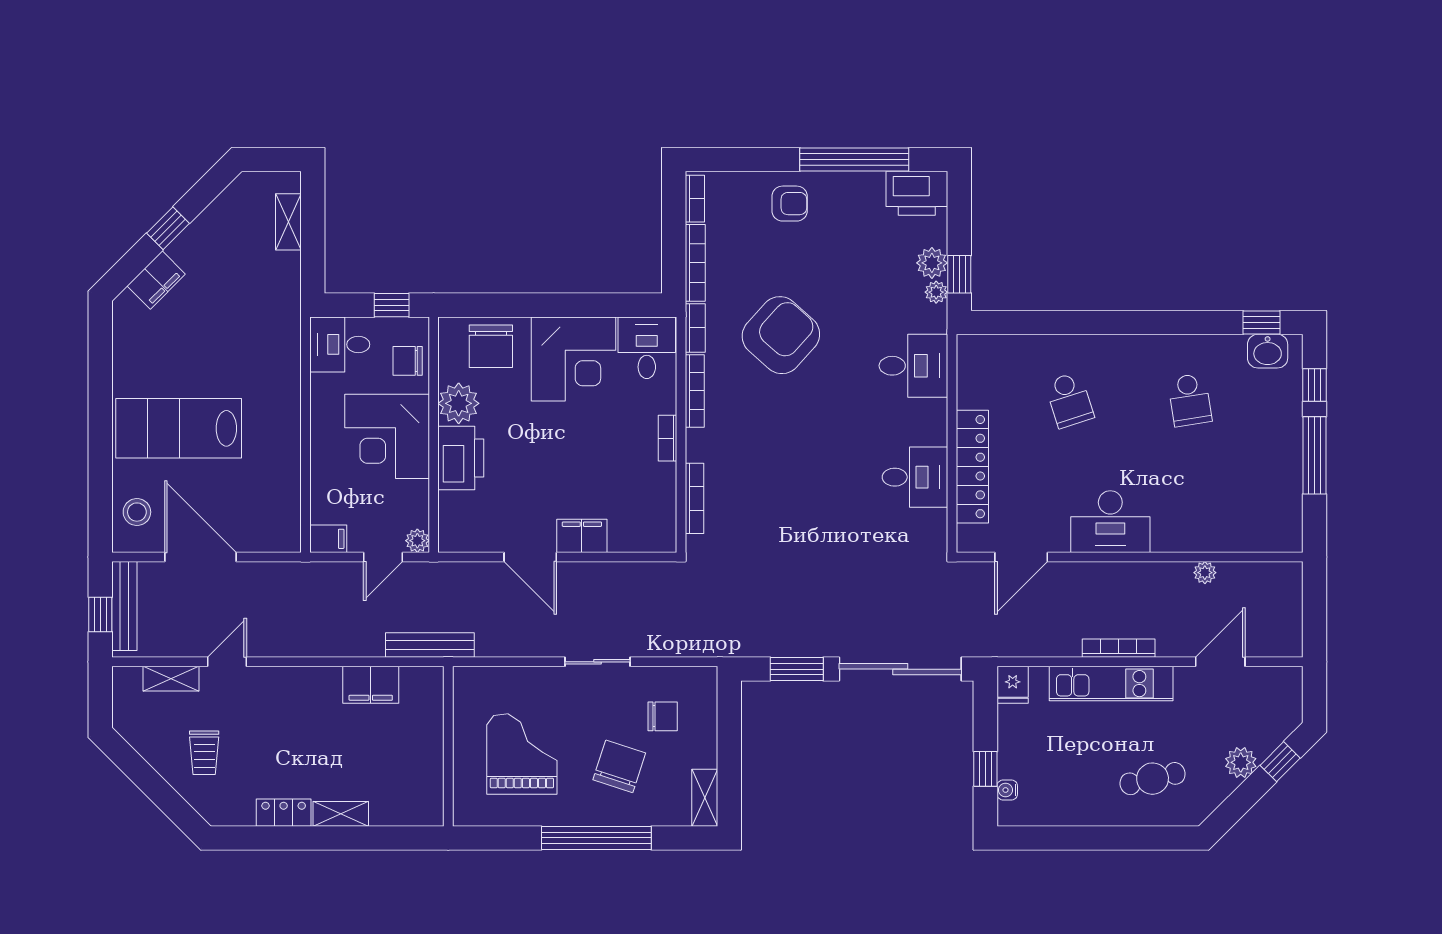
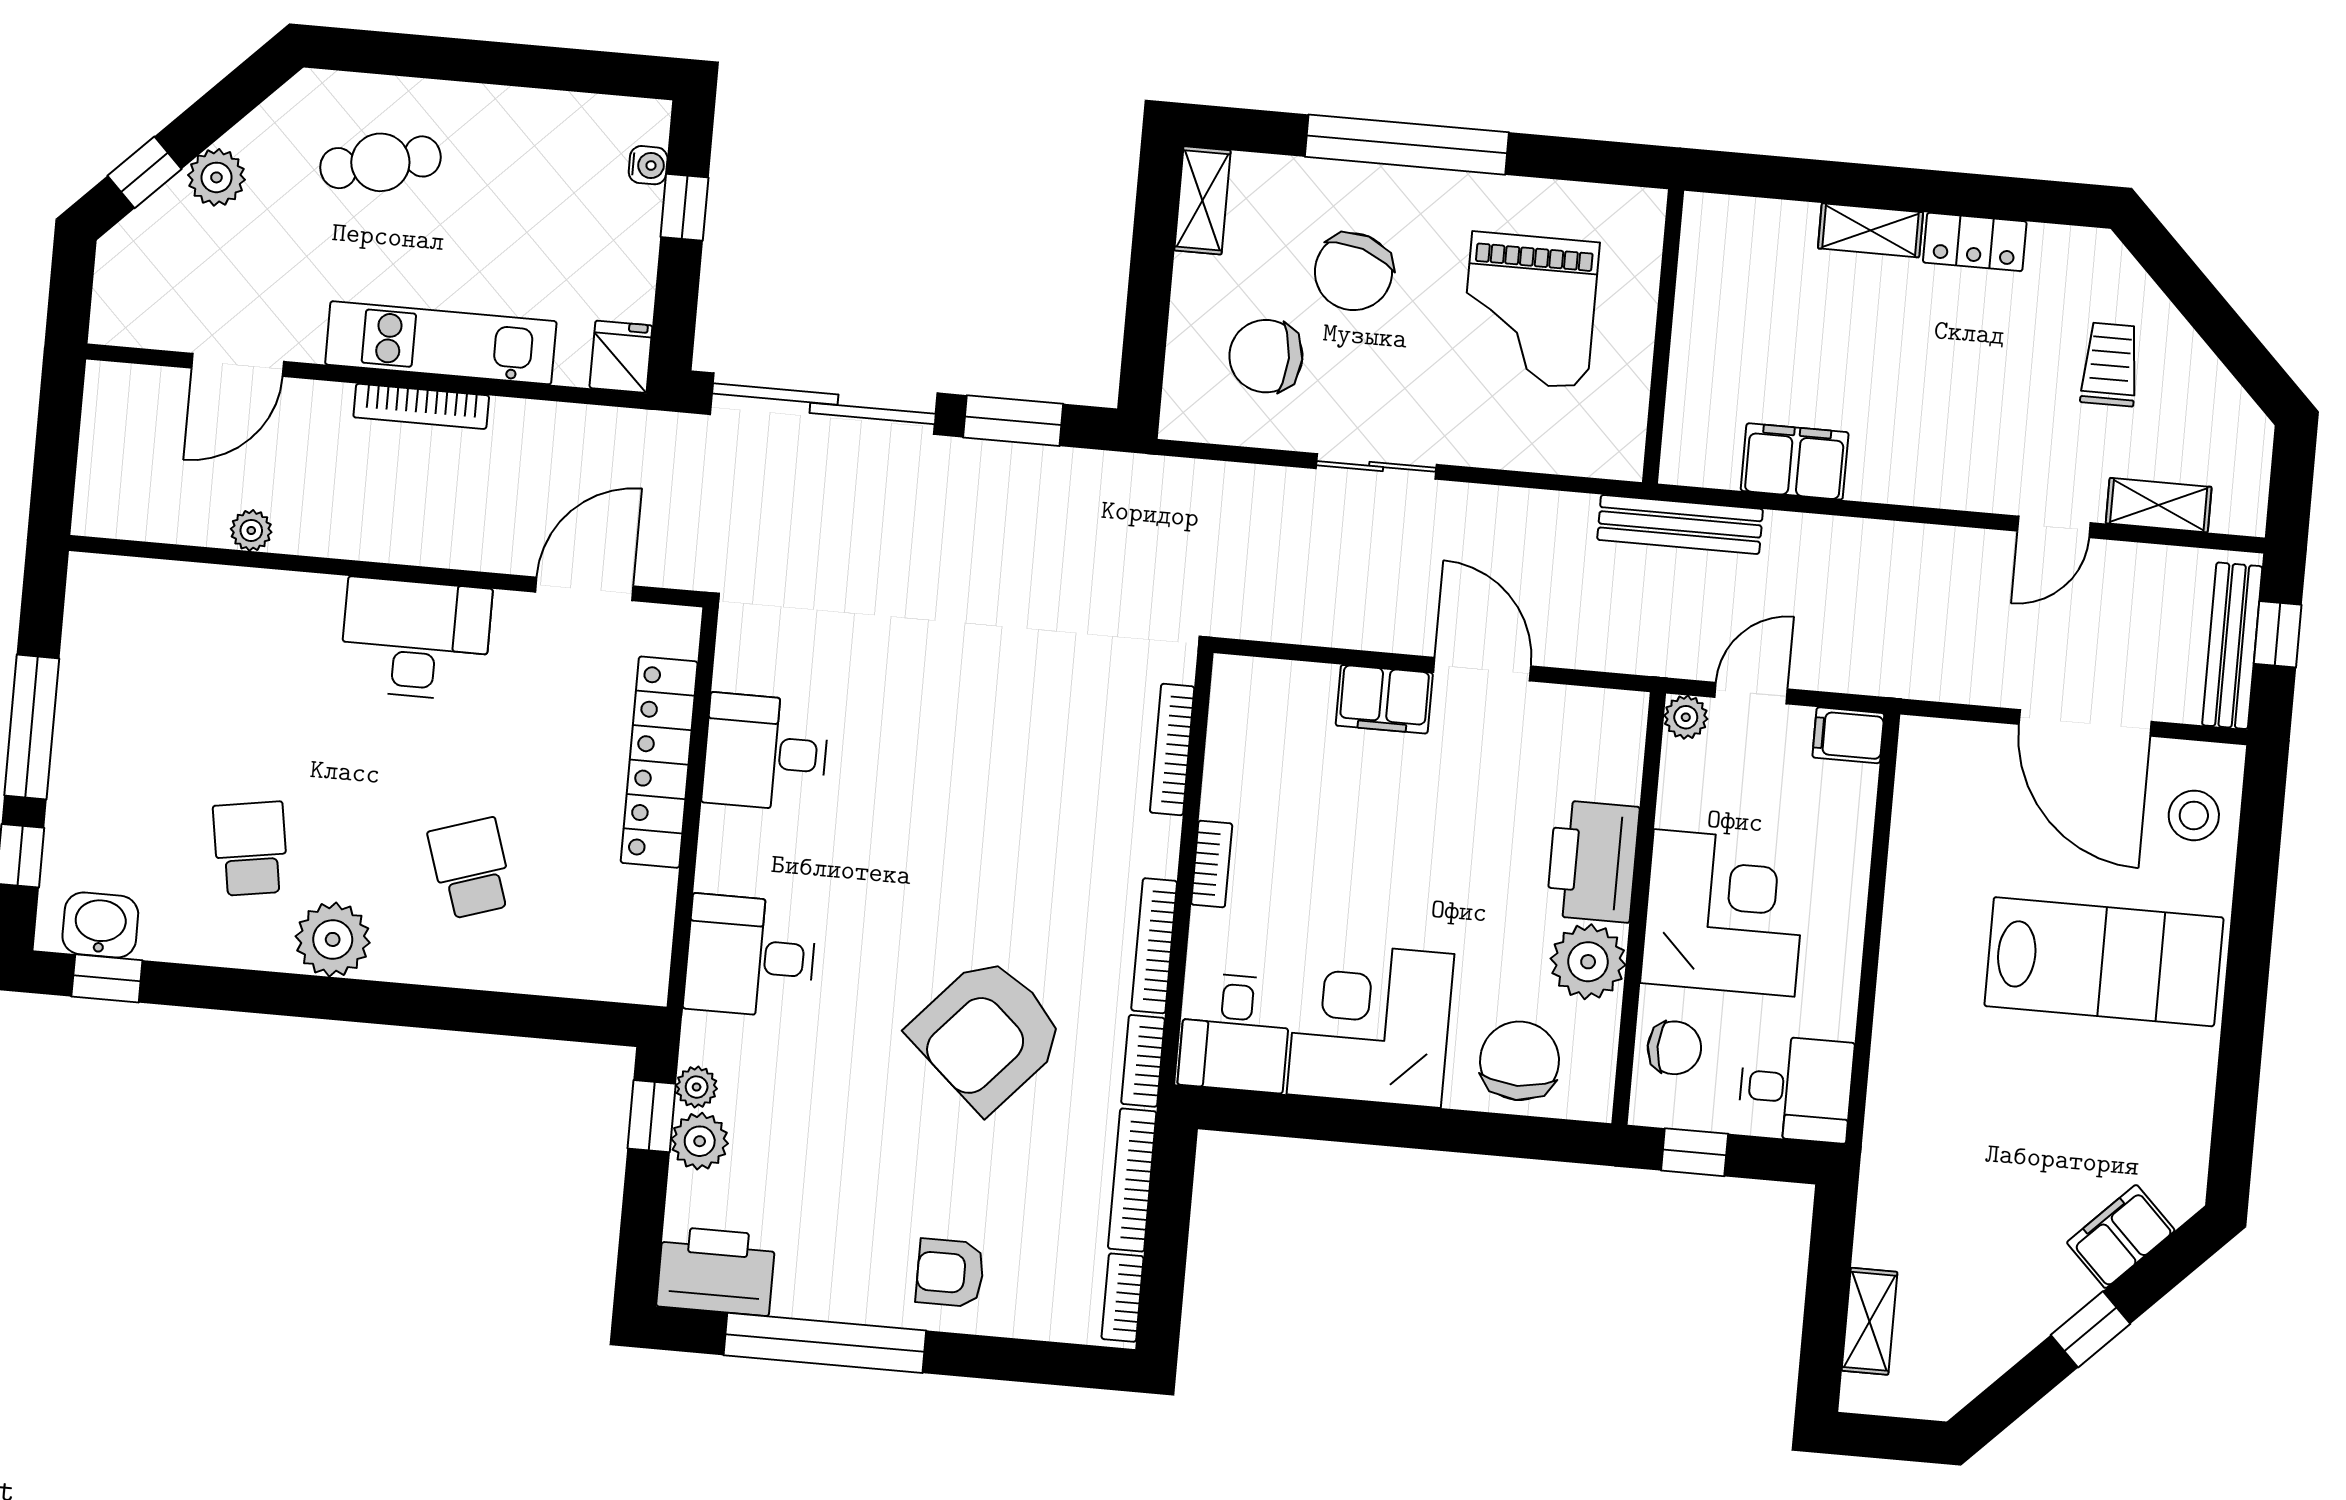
plant: (1141, 355) -> (333, 939), added
chair: (663, 716) -> (1266, 356), width x1.37, depth x1.37

